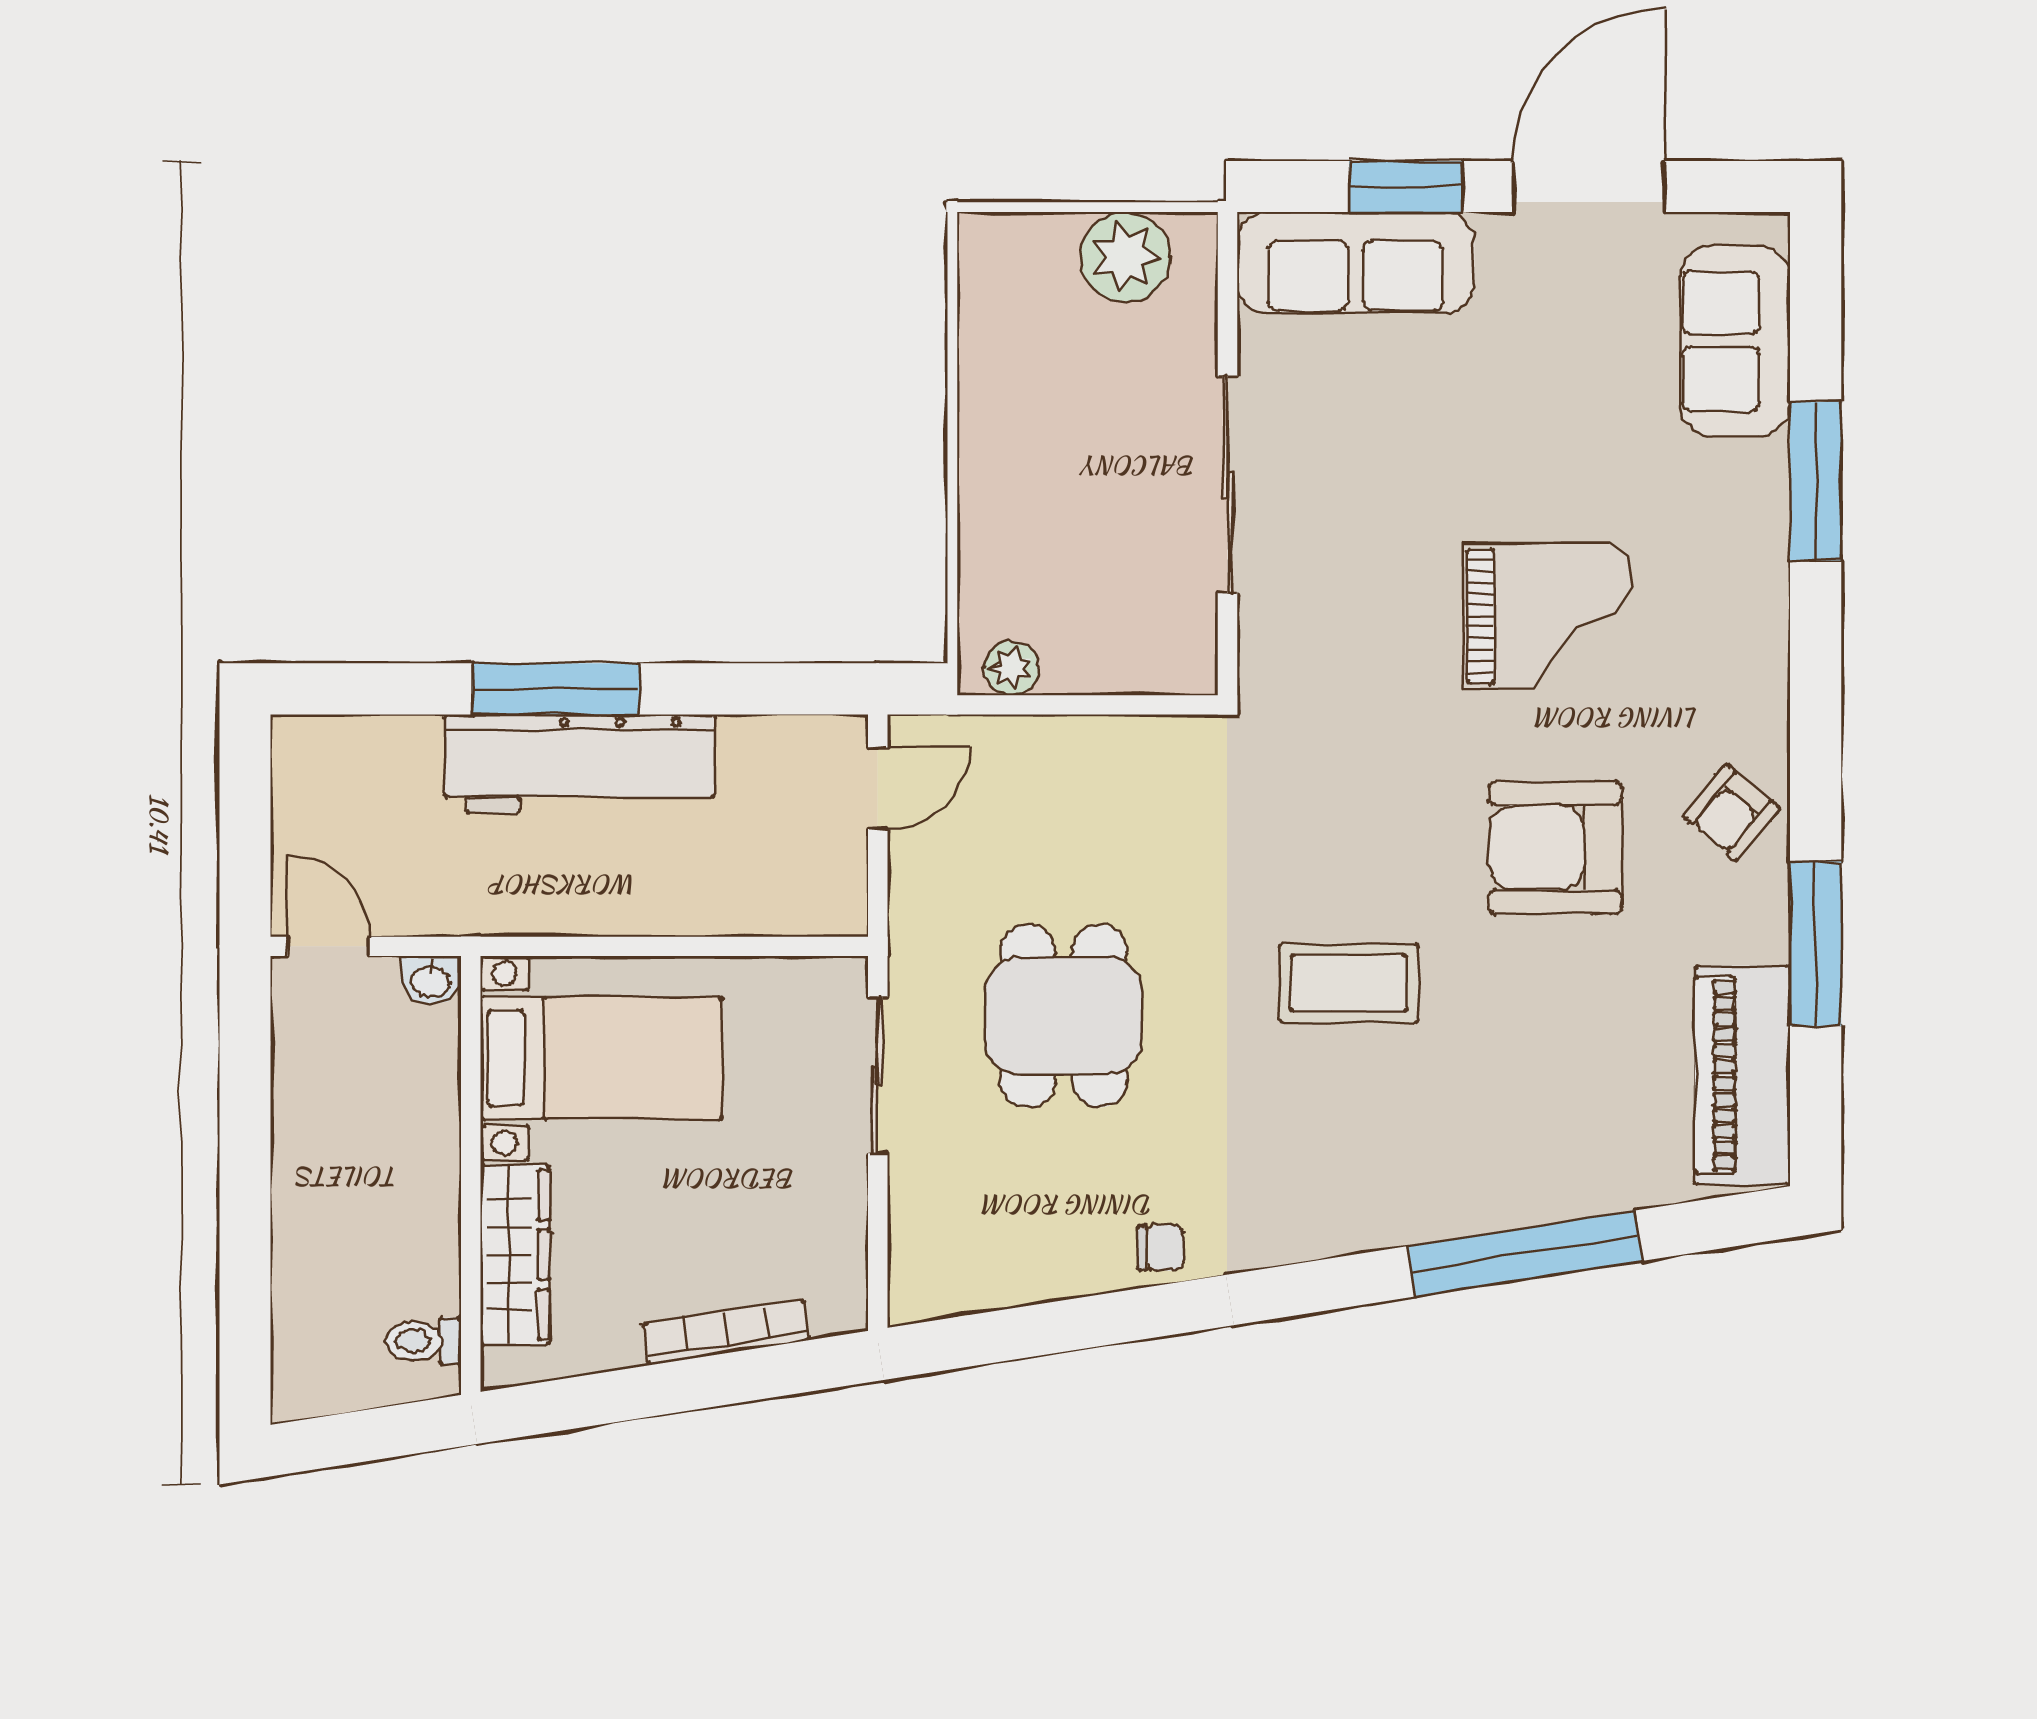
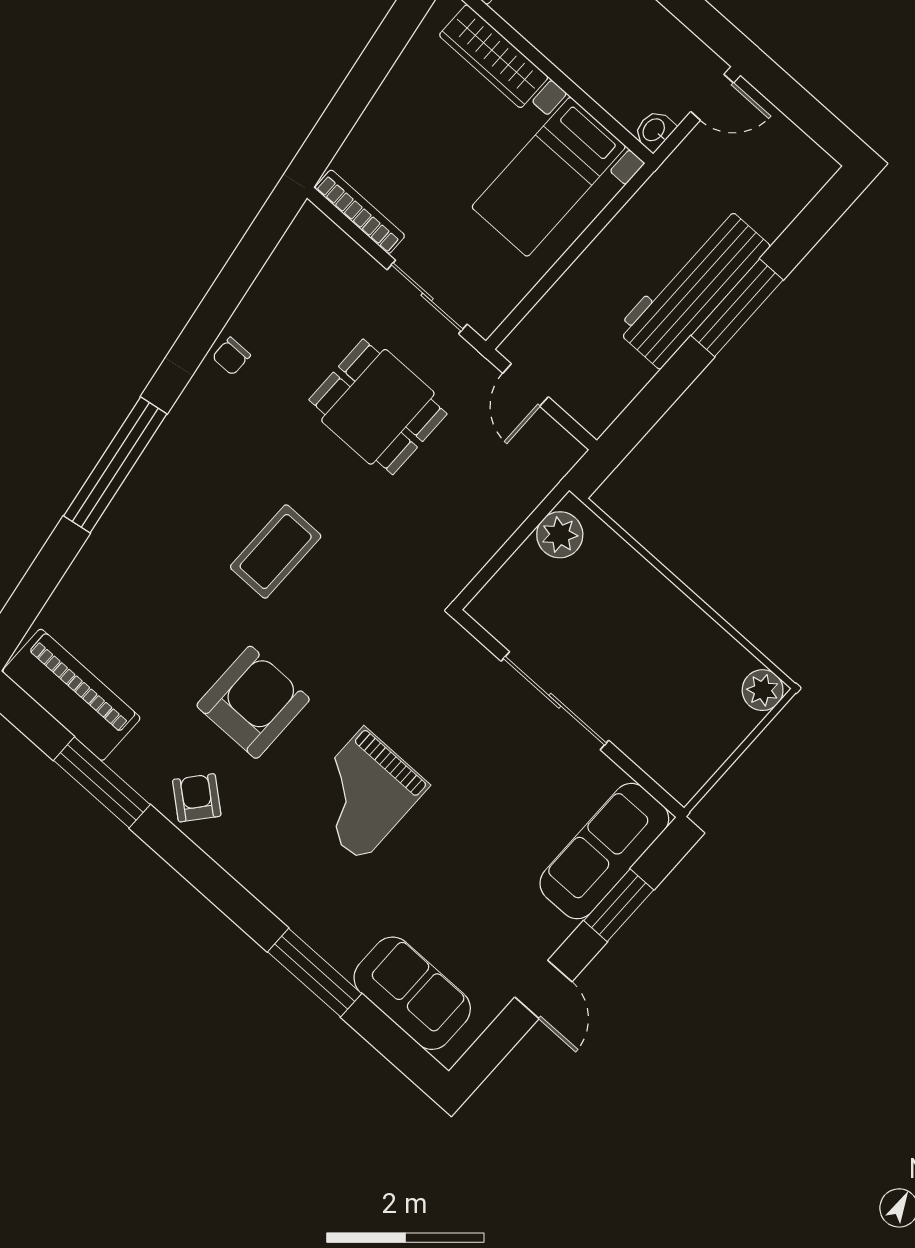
door: (1589, 187) -> (543, 989), width x0.53
plant: (1125, 257) -> (763, 690), moved, width x0.73, depth x0.73
plant: (1012, 668) -> (560, 535), width x1.38, depth x1.38
door: (878, 788) -> (526, 385), moved
window: (1525, 1254) -> (115, 465), moved
bookcase: (726, 1332) -> (360, 212), moved, turned -81

